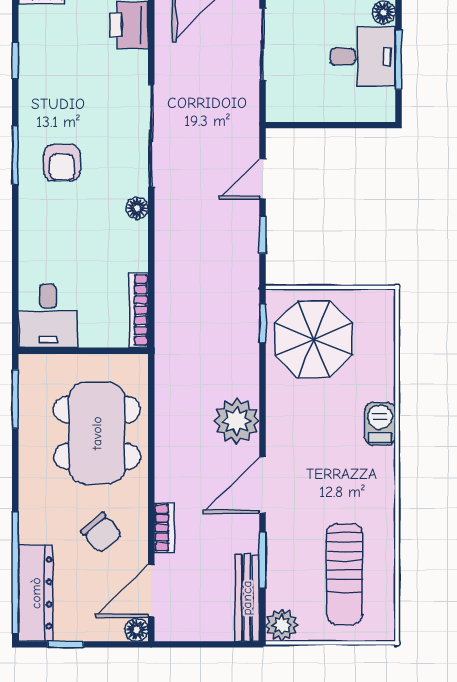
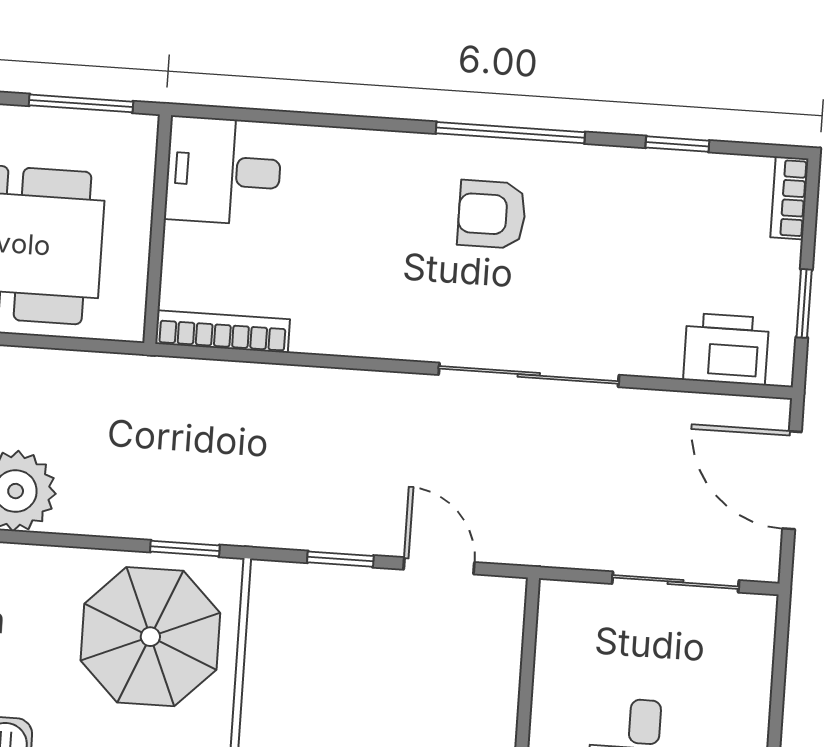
window: (15, 155) -> (510, 133), width x1.44
floor lamp: (137, 208) -> (402, 341), removed

